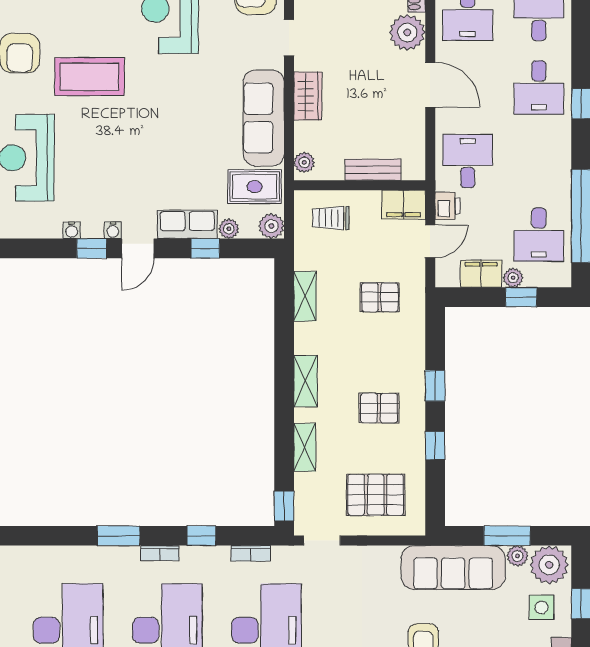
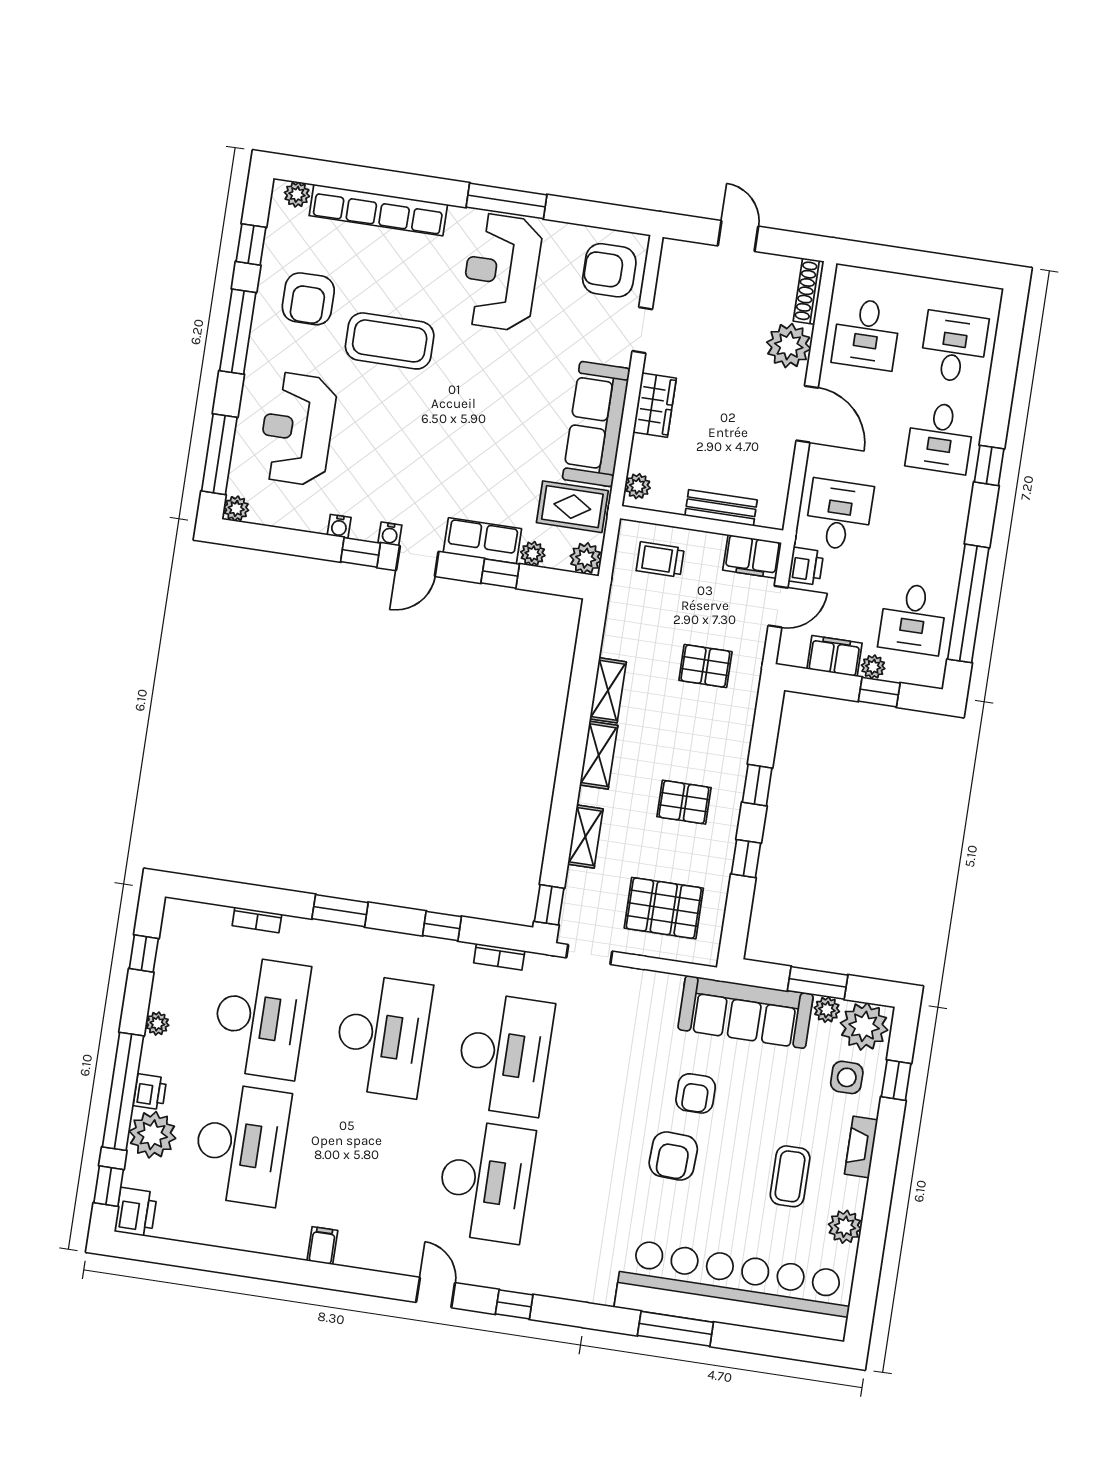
shelving: (305, 296) -> (608, 690), moved
bookcase: (160, 553) -> (257, 920), moved

